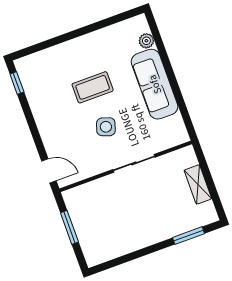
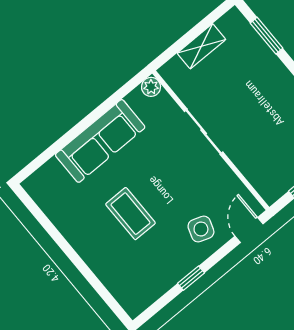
plant: (146, 41) -> (151, 87), moved
window: (17, 83) -> (191, 278), moved
side table: (106, 127) -> (201, 229), moved

